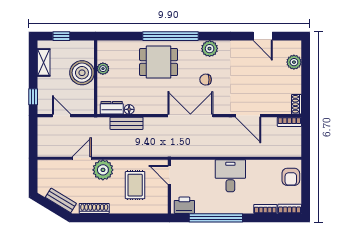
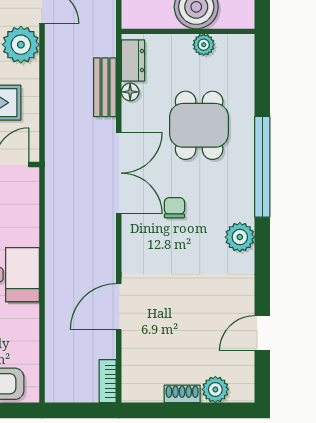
dining table: (159, 62) -> (199, 125), moved
chair: (206, 80) -> (174, 208), moved
shoe rack: (296, 104) -> (182, 394), moved
double door: (190, 116) -> (119, 173), moved

